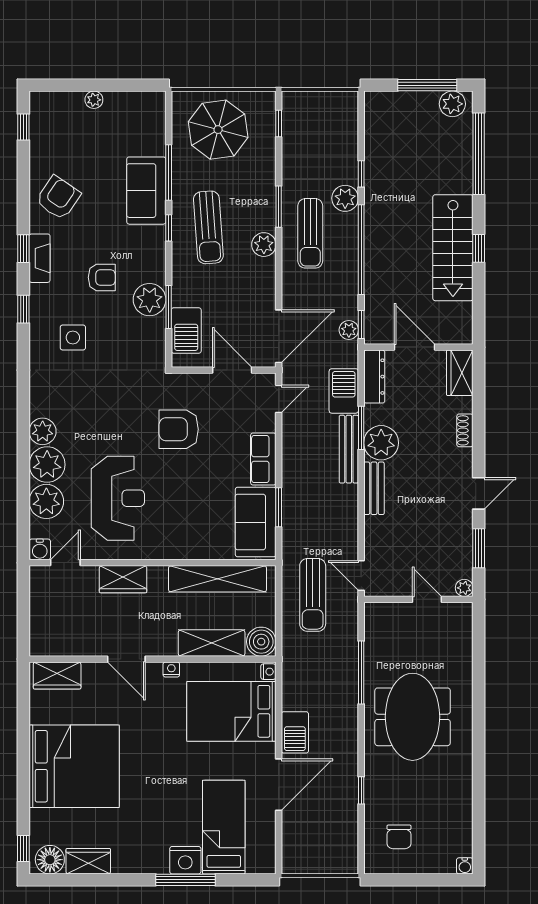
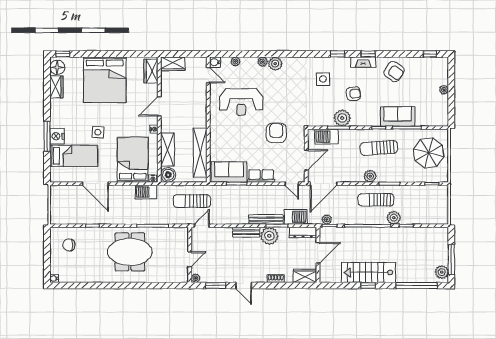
armchair: (102, 277) -> (353, 94), turned -95
door: (279, 336) -> (324, 184), hinge flipped
plant: (47, 465) -> (263, 62), width x0.53, depth x0.53
plant: (46, 501) -> (235, 61), width x0.53, depth x0.53
wardrobe: (123, 579) -> (173, 64), moved, turned -90
barbecue: (295, 732) -> (146, 192), moved
side table: (177, 780) -> (98, 132), added

